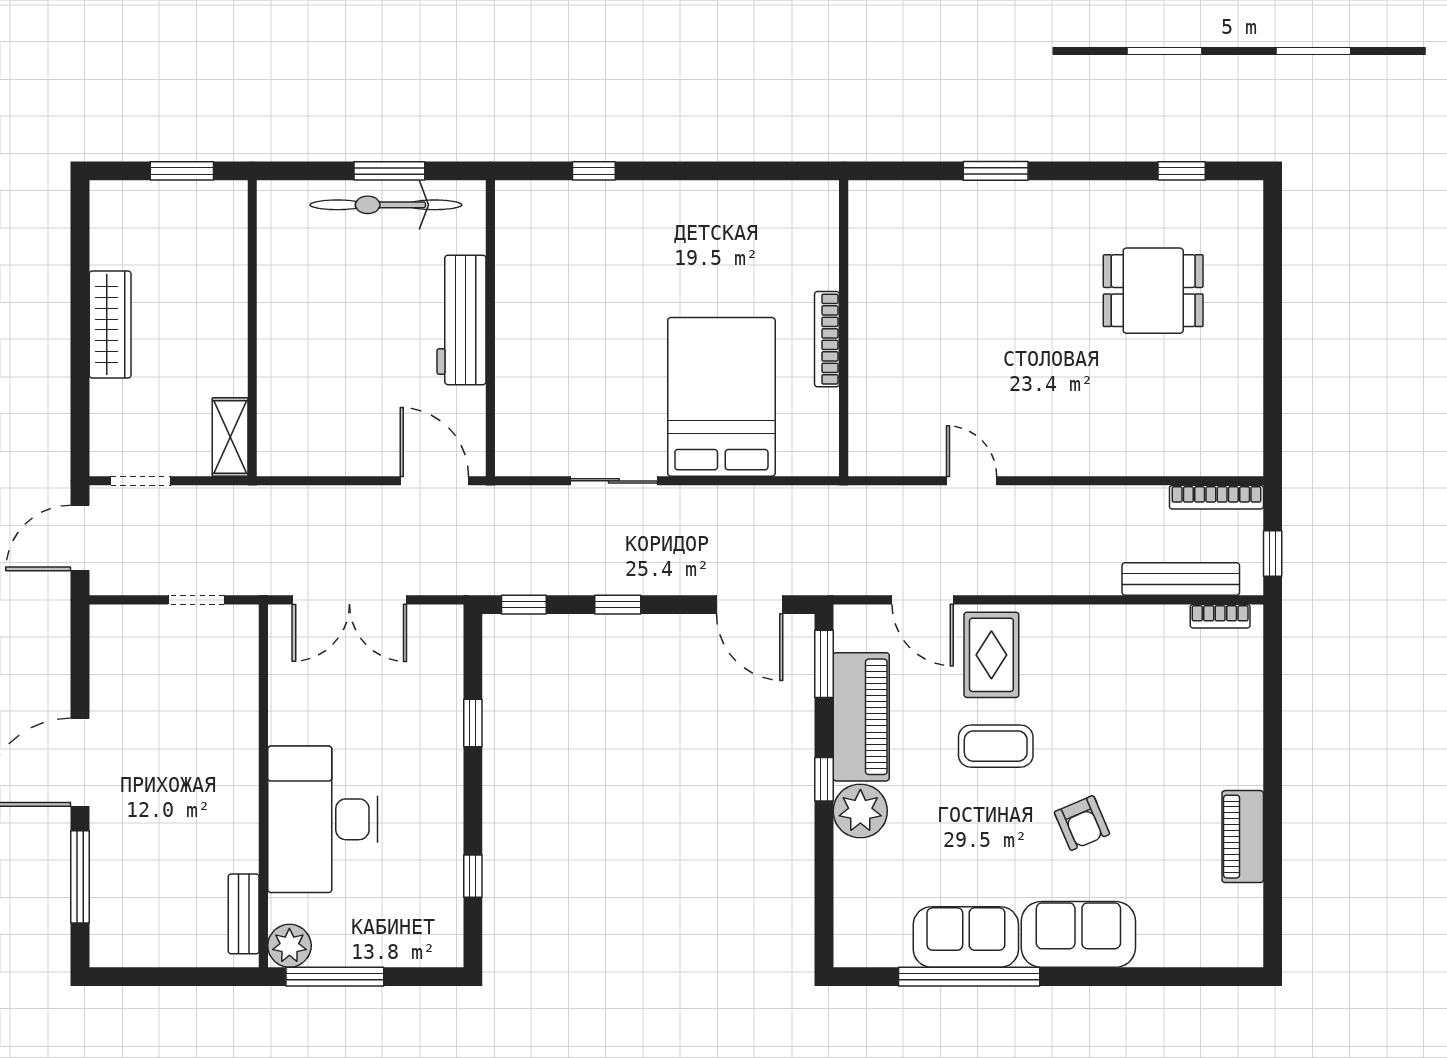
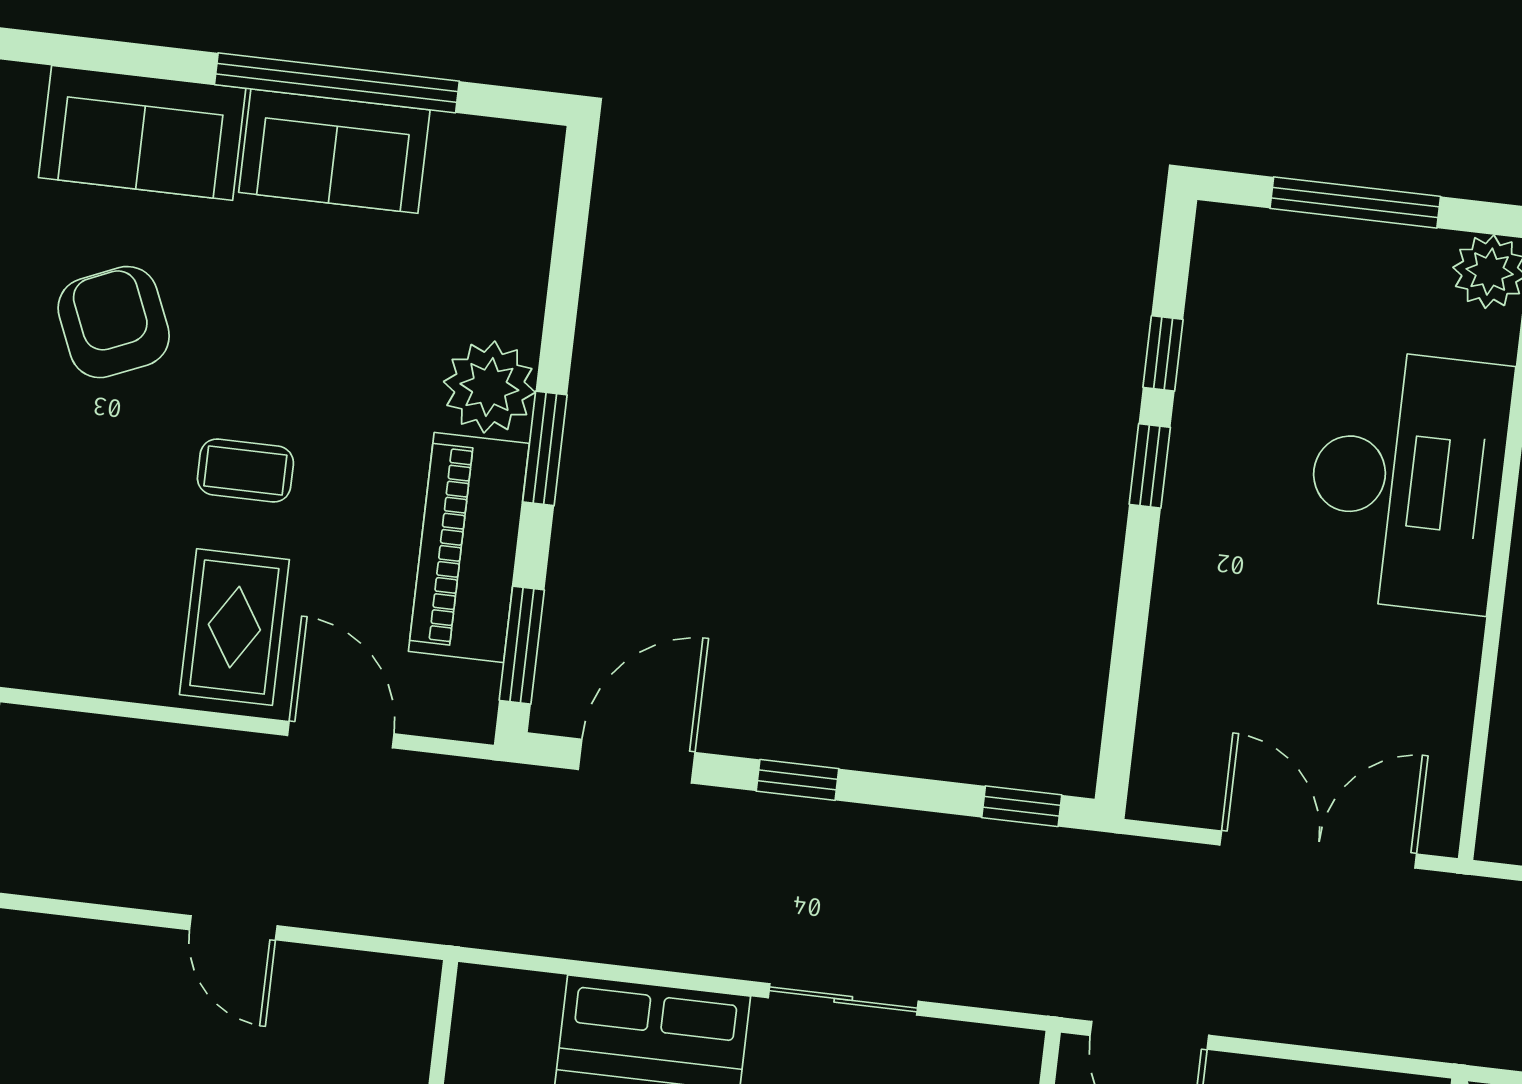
window: (618, 605) -> (797, 780), moved
door: (750, 605) -> (637, 761), hinge flipped
window: (473, 723) -> (1150, 466), moved
coffee table: (996, 746) -> (245, 471), width x0.73, depth x0.77
window: (824, 779) -> (545, 448), width x1.50
armchair: (1082, 823) -> (114, 322), width x1.38, depth x1.38
window: (335, 977) -> (1355, 202), moved

